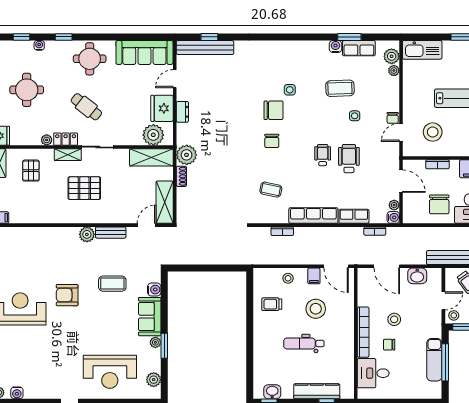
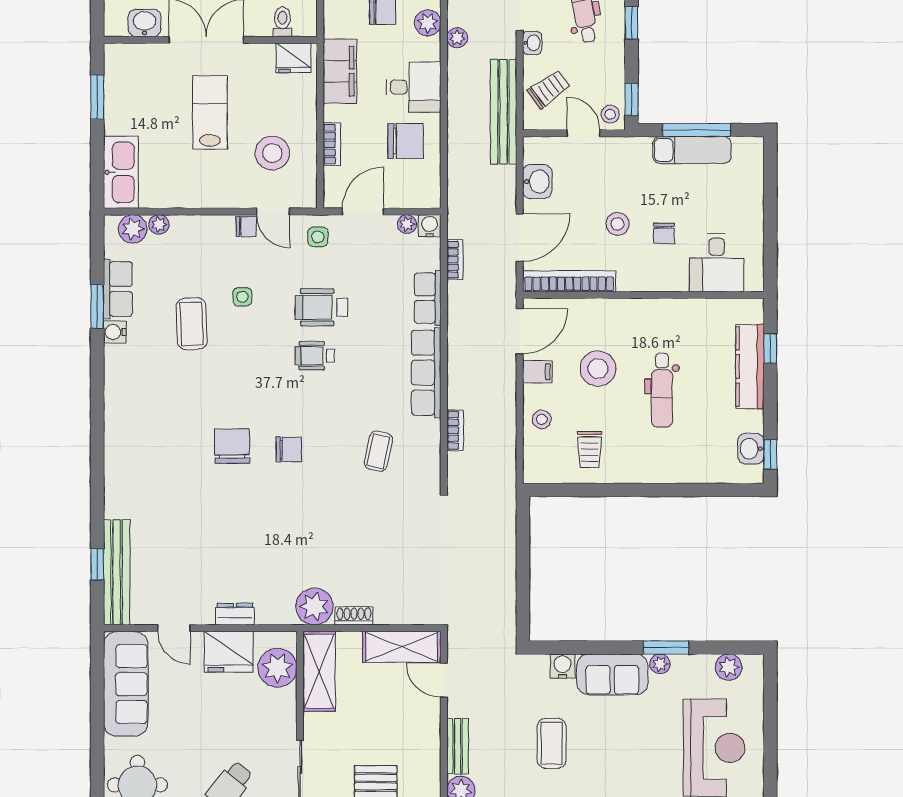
side table: (290, 90) -> (318, 237), moved
bookcase: (363, 332) -> (569, 281), moved

